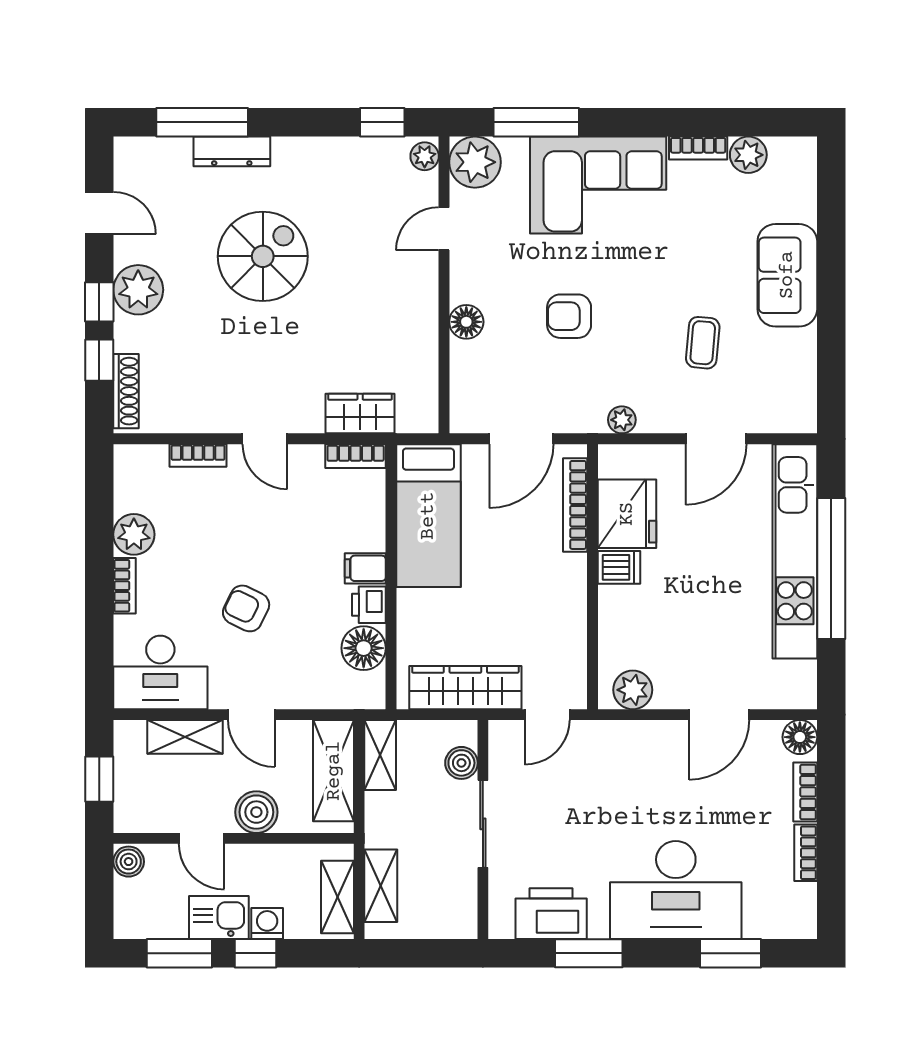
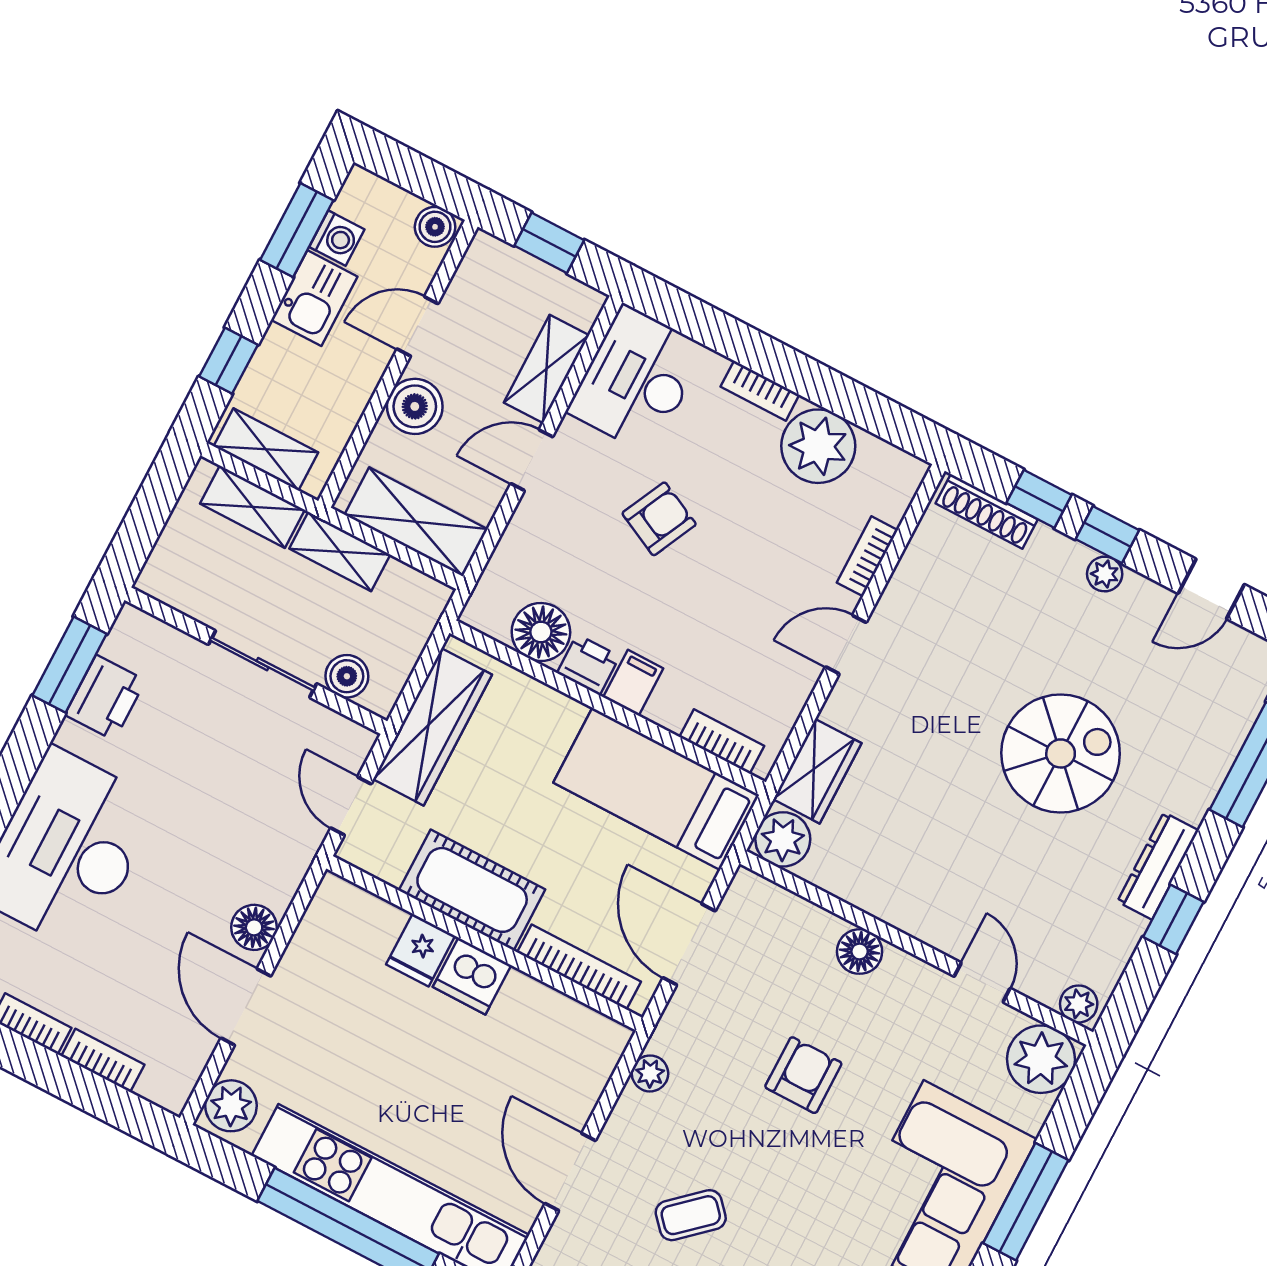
window: (382, 122) -> (1173, 919), moved
window: (536, 122) -> (1026, 1202), moved
dresser: (232, 151) -> (1158, 866), moved
spiral stairs: (263, 256) -> (1061, 753), turned -90
plant: (138, 290) -> (1105, 574), width x0.53, depth x0.53
coffee table: (703, 343) -> (691, 1215), turned -47
plant: (418, 413) -> (783, 839), added
bookcase: (356, 456) -> (722, 741), moved, turned 90
fridge: (627, 514) -> (421, 950), moved, width x0.53, depth x0.75
plant: (134, 534) -> (818, 446), width x1.36, depth x1.36
dishwasher: (619, 567) -> (472, 976), width x1.38
cot: (561, 604) -> (472, 890), added
plant: (633, 690) -> (231, 1106), moved
floor lamp: (800, 737) -> (254, 927), moved
shelving: (380, 755) -> (340, 552), moved
printer: (551, 914) -> (105, 698), width x0.73, depth x0.84
washing machine: (267, 923) -> (337, 238), moved
window: (256, 953) -> (228, 361), moved
window: (589, 953) -> (70, 665), moved

